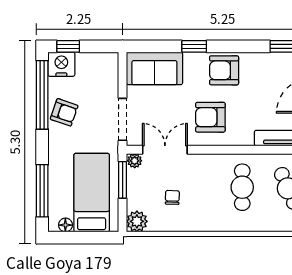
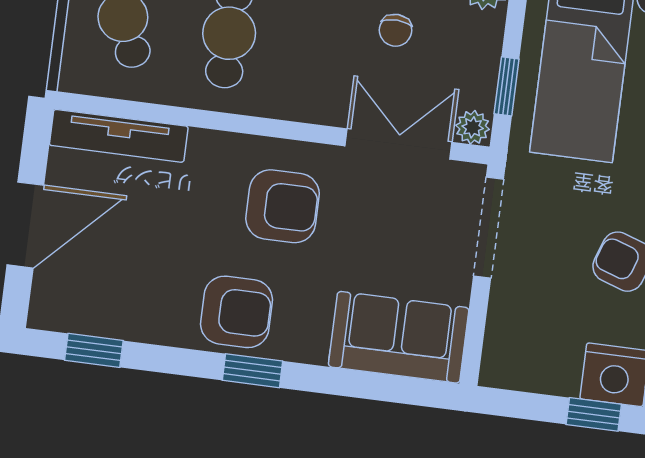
window: (194, 46) -> (252, 371), moved
double door: (165, 150) -> (398, 144), swing flipped
window: (123, 180) -> (507, 86), width x0.67

